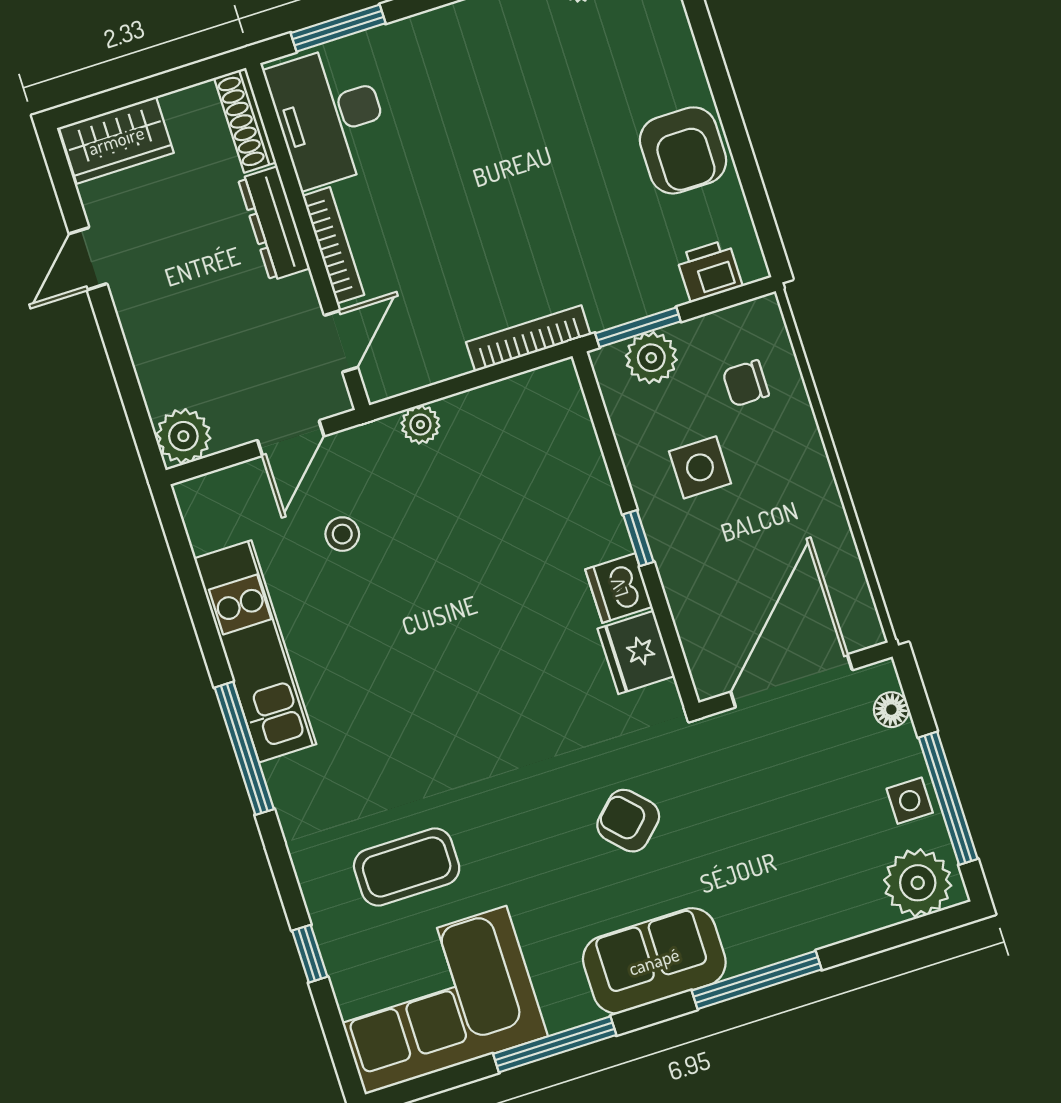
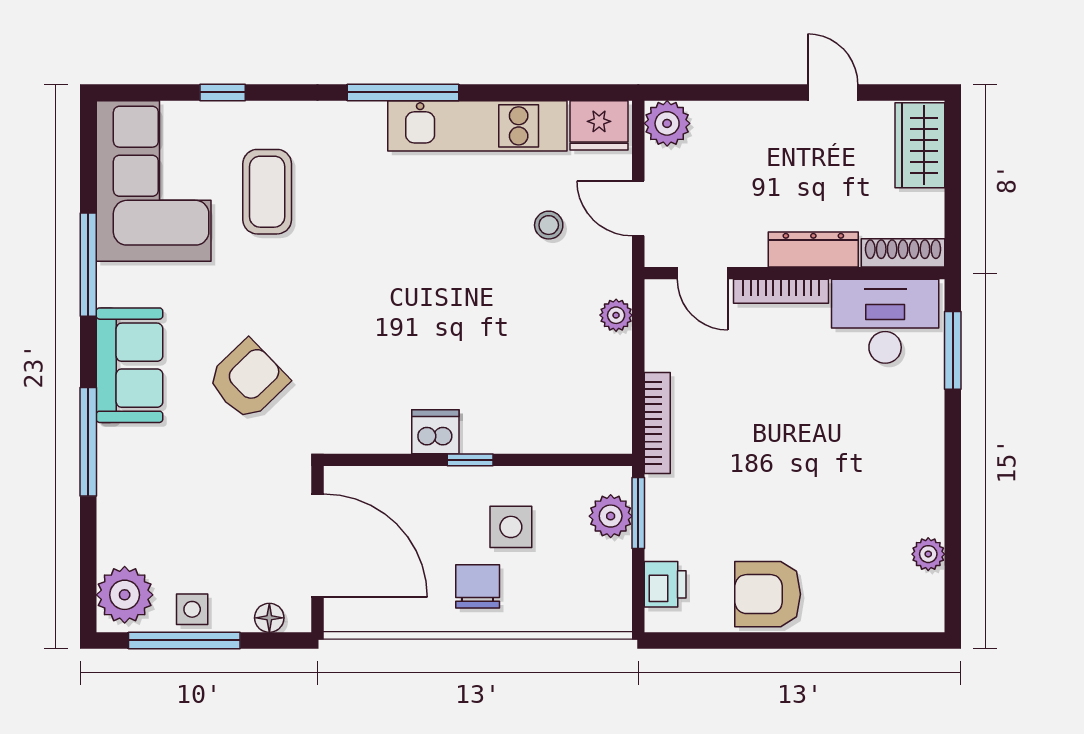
chair: (746, 383) -> (478, 586), moved, width x1.37, depth x1.37
fridge: (636, 652) -> (599, 125), moved, turned 180
armchair: (628, 821) -> (248, 380), width x1.38, depth x1.38

